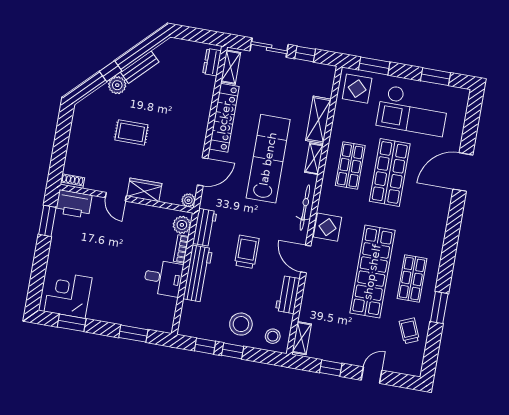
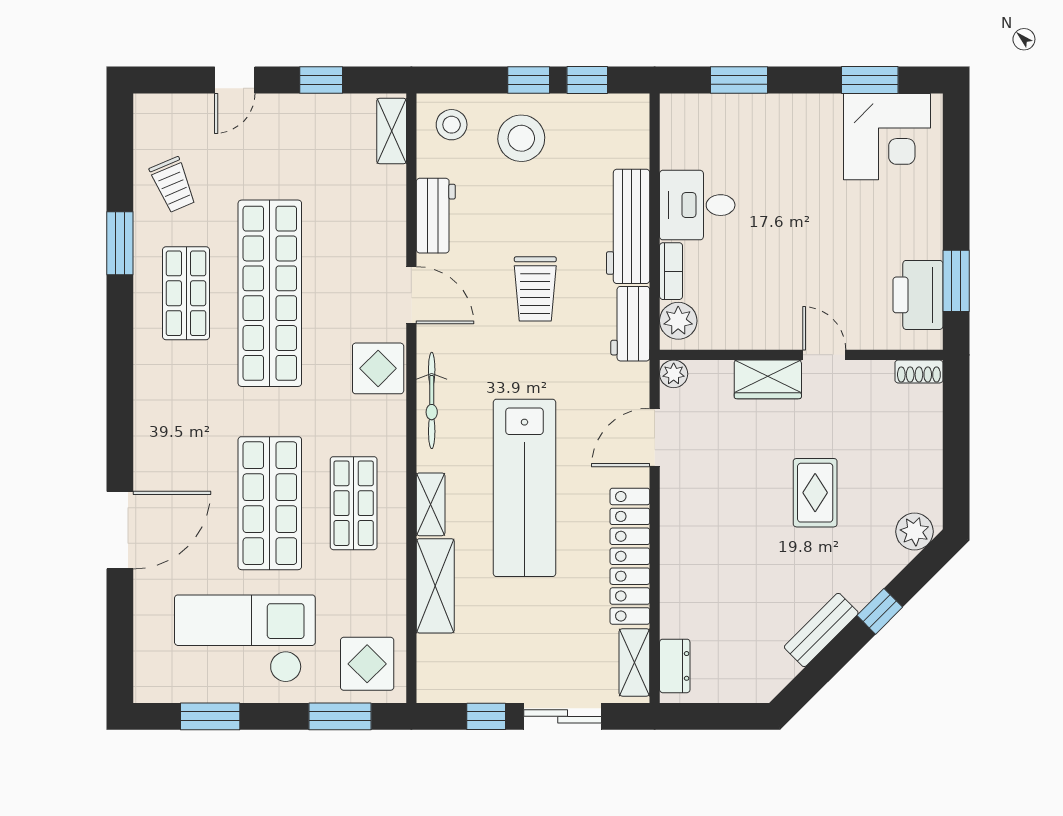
plant: (117, 85) -> (915, 532), moved
rug: (131, 132) -> (815, 493), turned 90
printer: (74, 204) -> (918, 295), moved, turned -90

